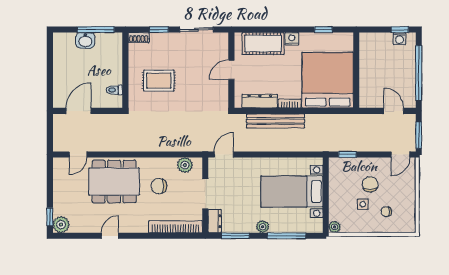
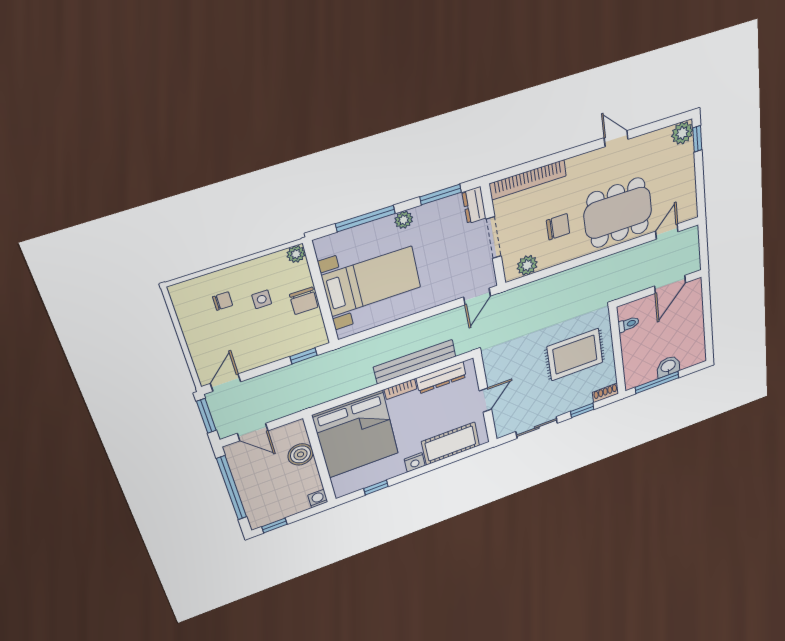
washing machine: (400, 39) -> (318, 499), moved
boiler: (368, 80) -> (301, 454), added
rug: (159, 81) -> (575, 355), width x1.36, depth x1.43
chair: (370, 184) -> (304, 301), moved
door: (110, 236) -> (616, 139), swing flipped

